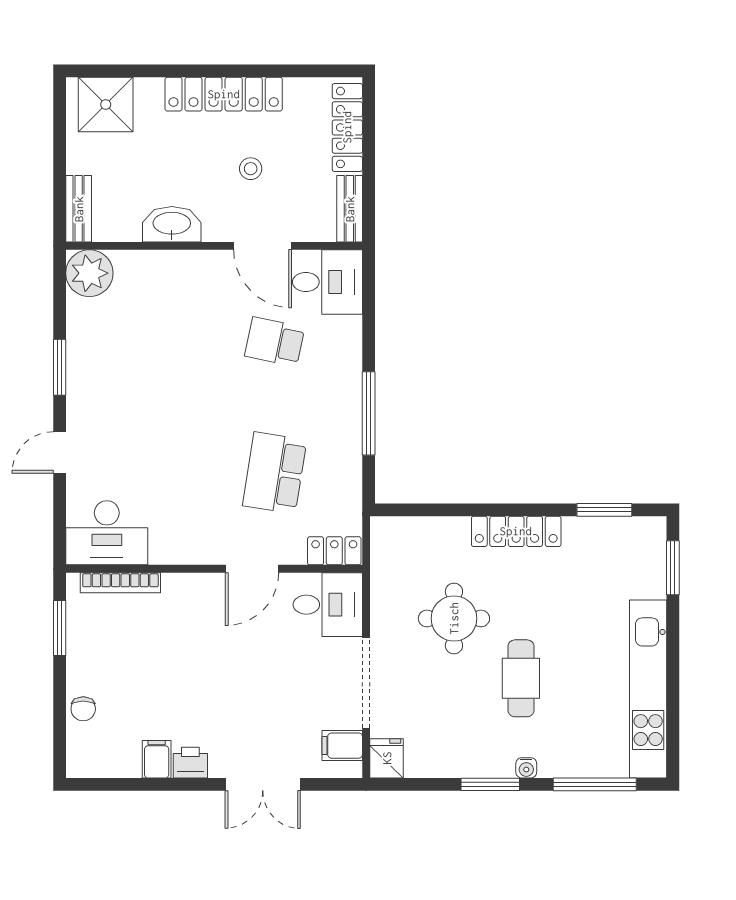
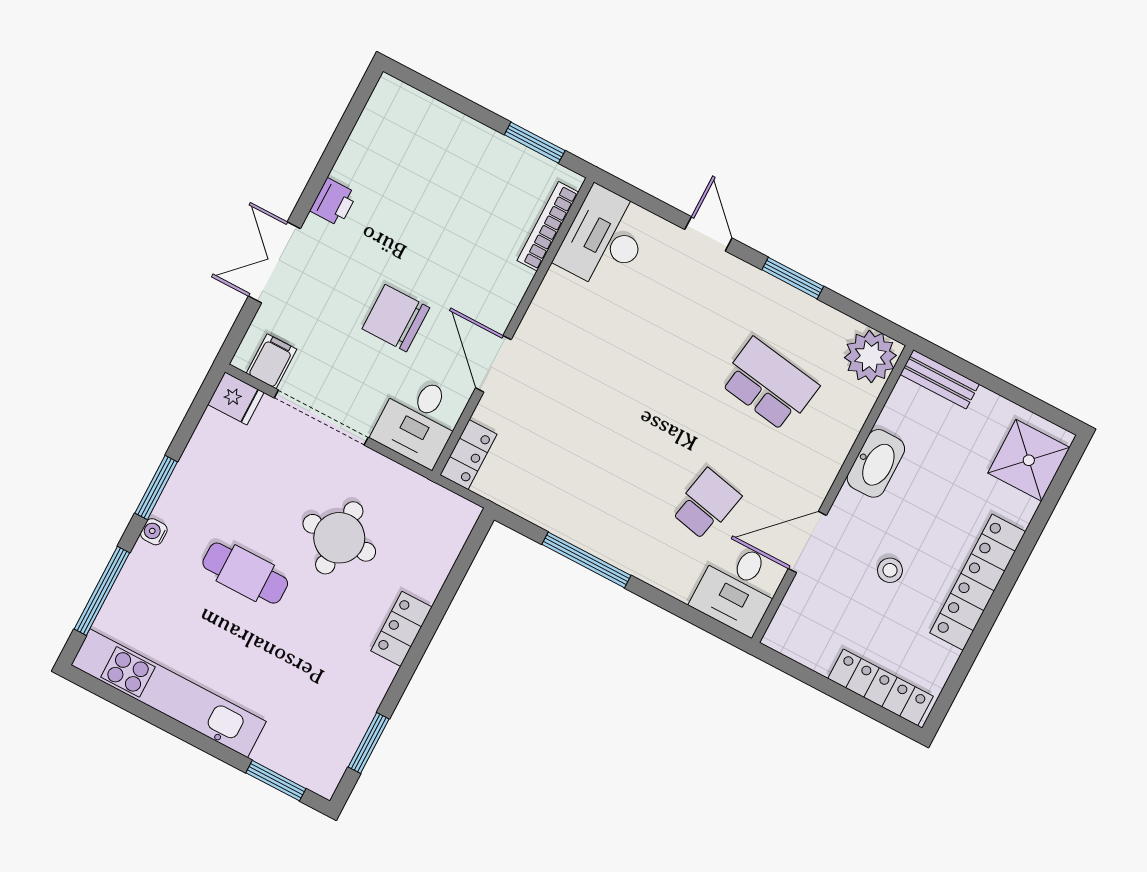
bench: (350, 209) -> (799, 647), removed
school desk: (275, 473) -> (769, 384), moved
locker: (516, 531) -> (401, 629), width x0.66
chair: (83, 709) -> (396, 318), moved, width x1.87, depth x1.87
filing cabinet: (157, 759) -> (354, 170), removed

